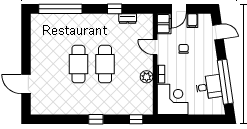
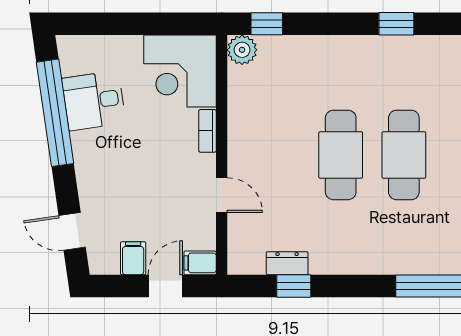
window: (115, 9) -> (294, 286), moved
filing cabinet: (164, 24) -> (200, 263), width x0.50
chair: (184, 49) -> (154, 191), removed
plant: (147, 77) -> (242, 50), moved
window: (96, 119) -> (396, 24), moved

